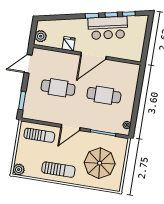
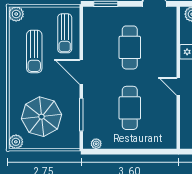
door: (93, 56) -> (178, 86), width x0.53
sun lounger: (58, 170) -> (34, 52), moved
plant: (115, 186) -> (16, 142), added

